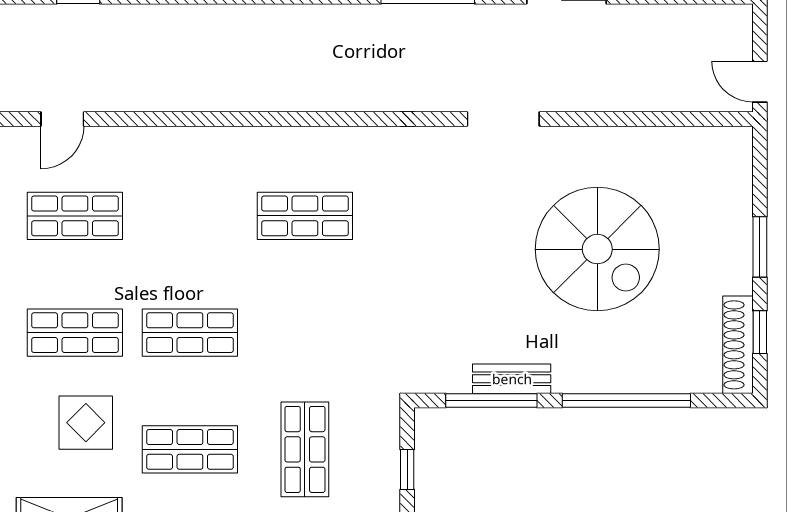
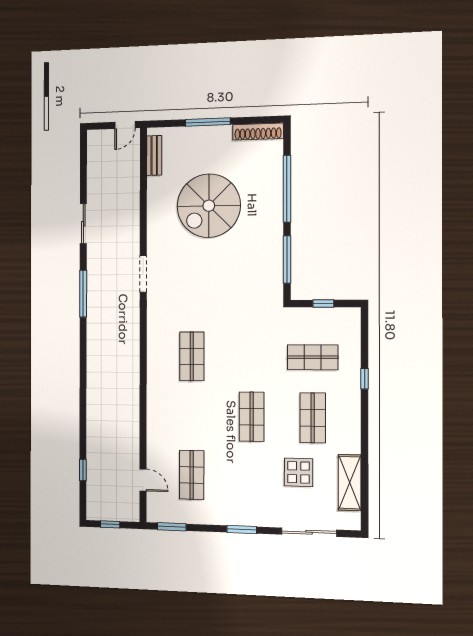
doorway: (503, 119) -> (143, 274), moved
window: (760, 247) -> (208, 122), width x1.44
spiral stairs: (597, 249) -> (209, 206), turned 180
window: (760, 332) -> (251, 120), removed
shop shelf: (75, 333) -> (252, 477), removed
bench: (512, 379) -> (154, 155), moved

